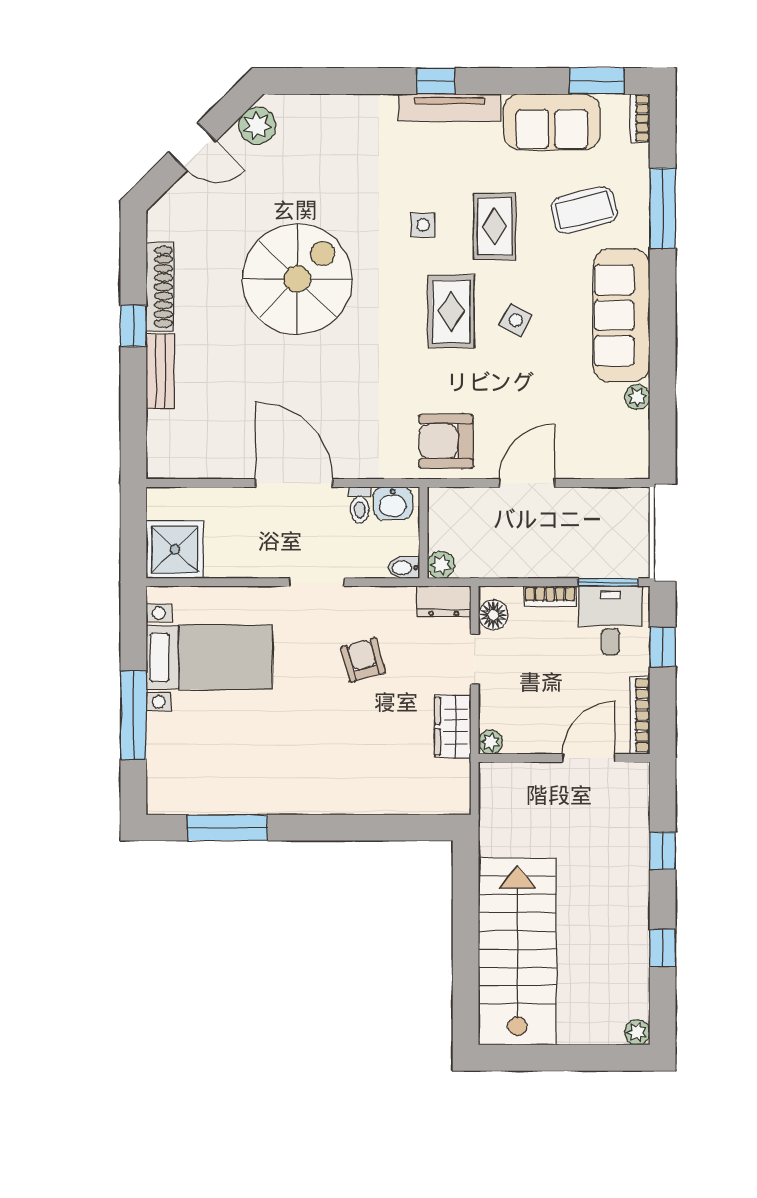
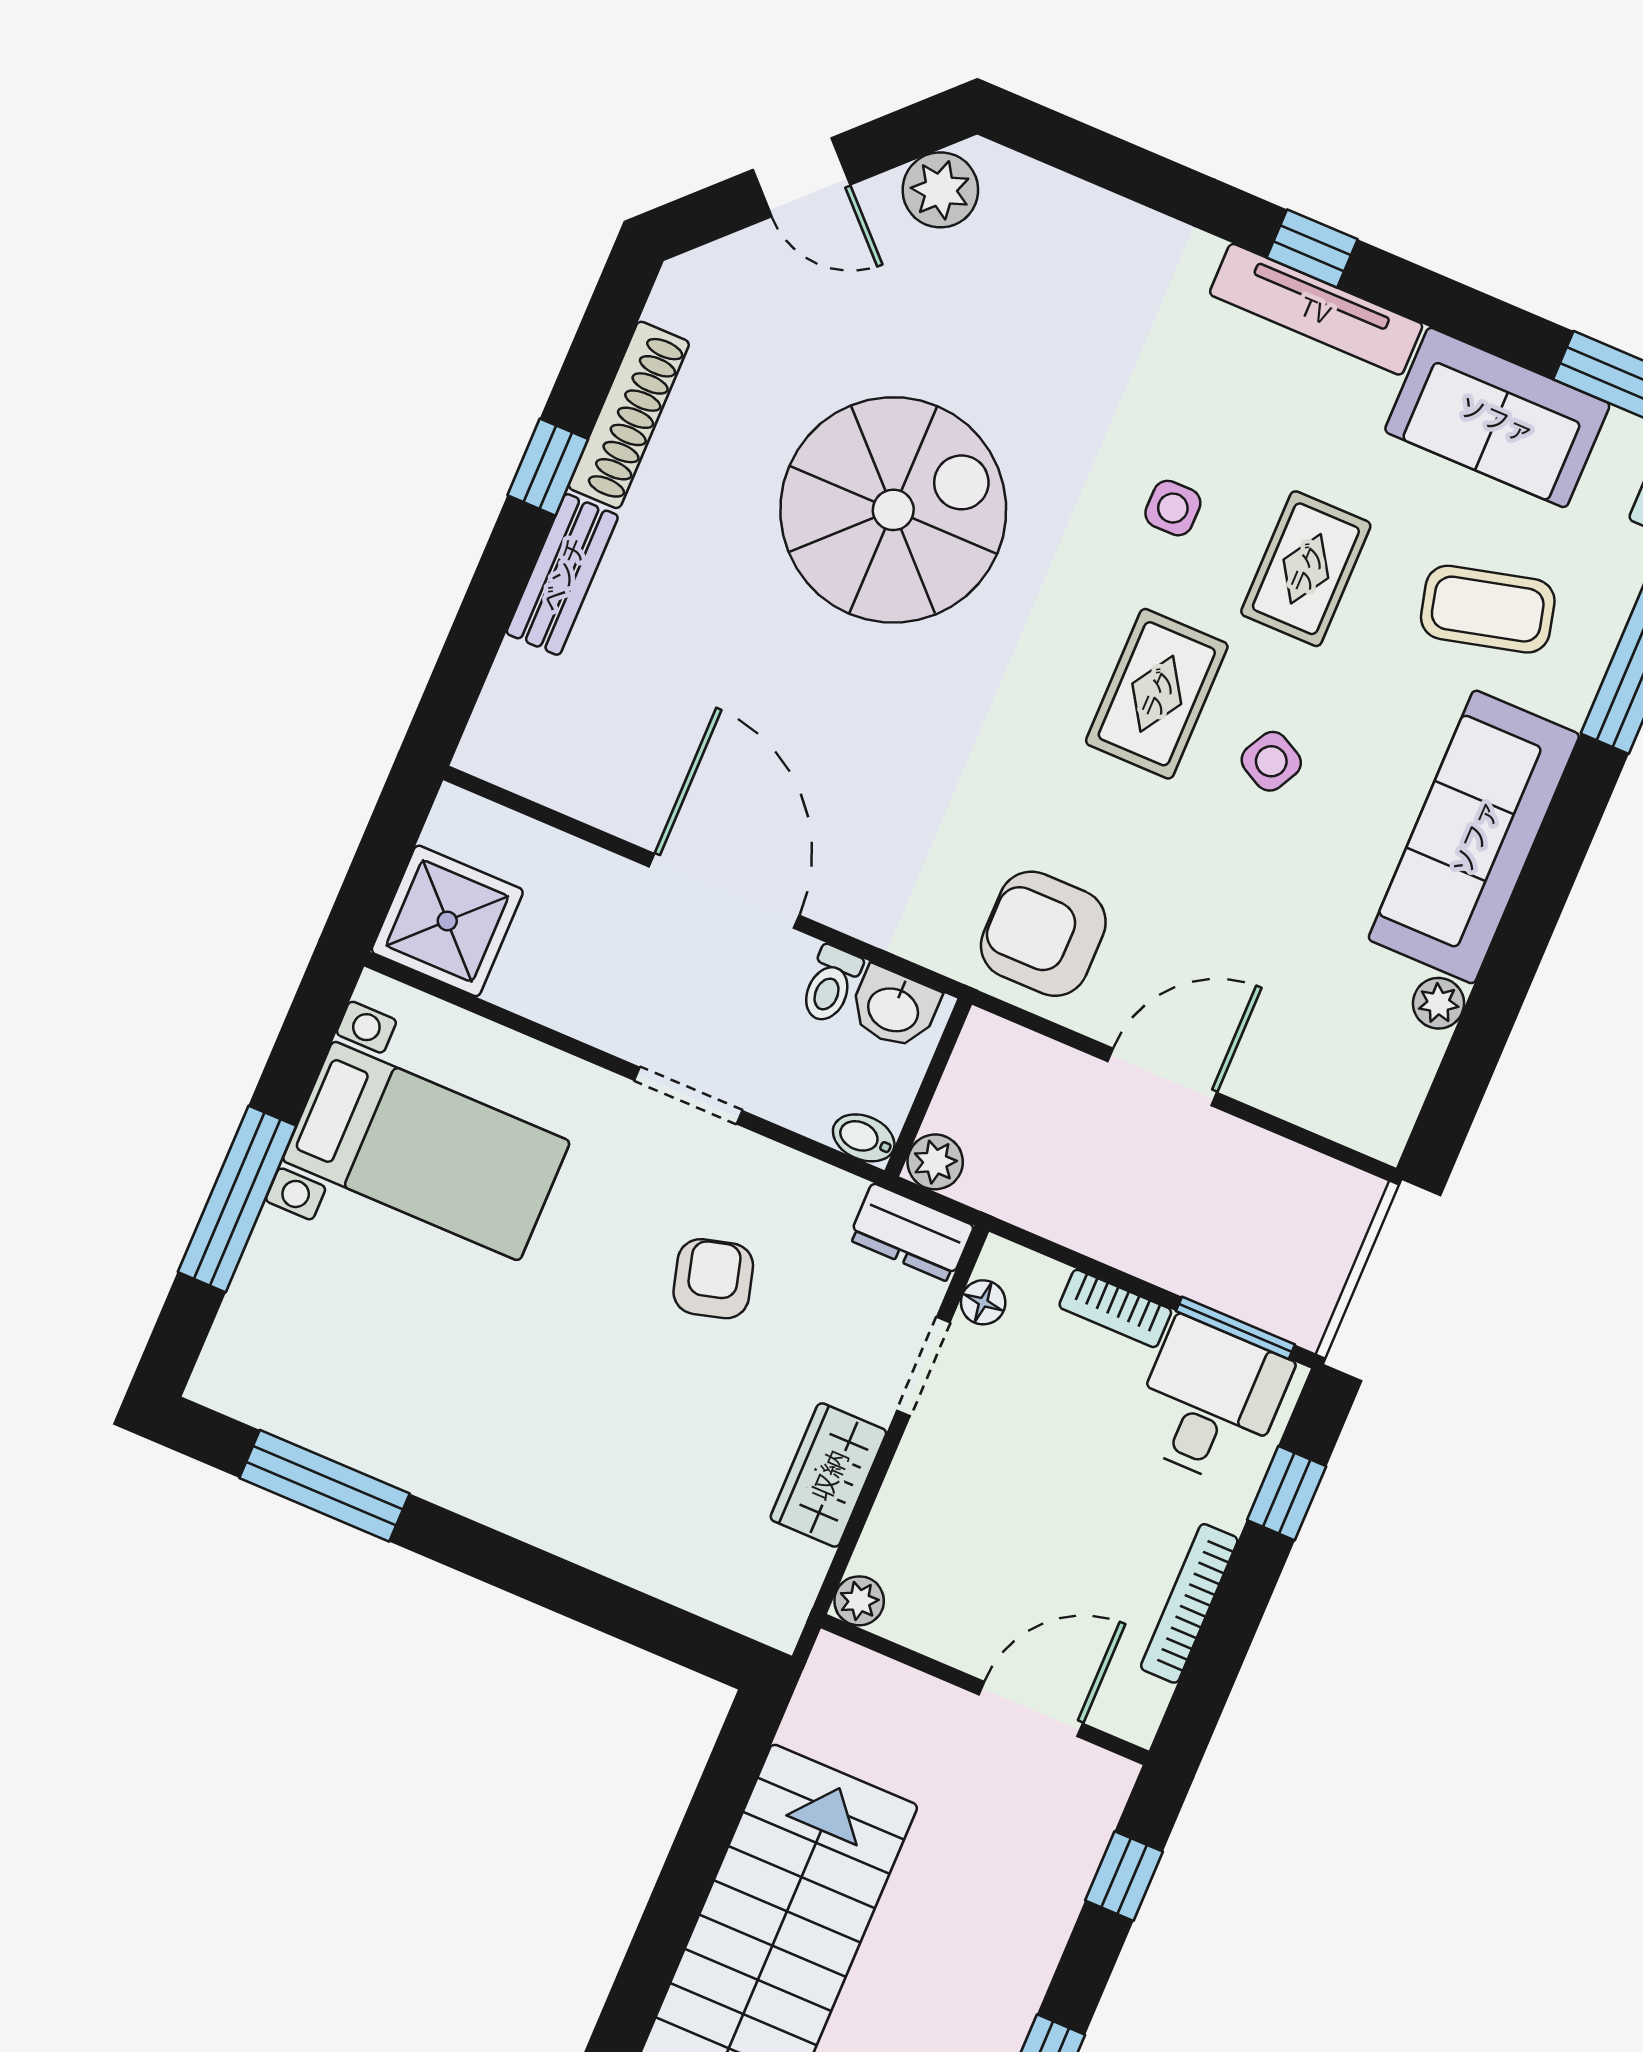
floor lamp: (493, 615) -> (983, 1302), width x0.73, depth x0.73
plant: (491, 742) -> (859, 1601), moved
wall: (564, 758) -> (985, 1689), moved
door: (589, 758) -> (1031, 1709), moved

